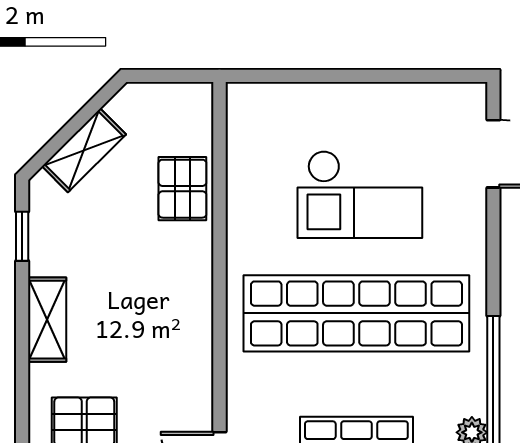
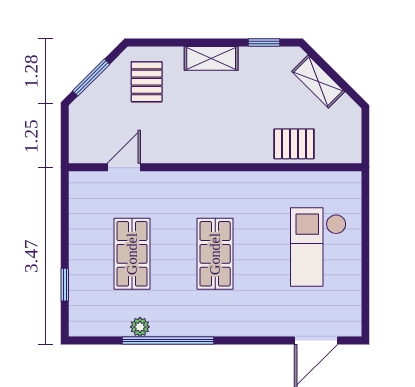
checkout: (360, 194) -> (318, 247), moved
shop shelf: (356, 313) -> (215, 254), width x0.50, depth x0.74

